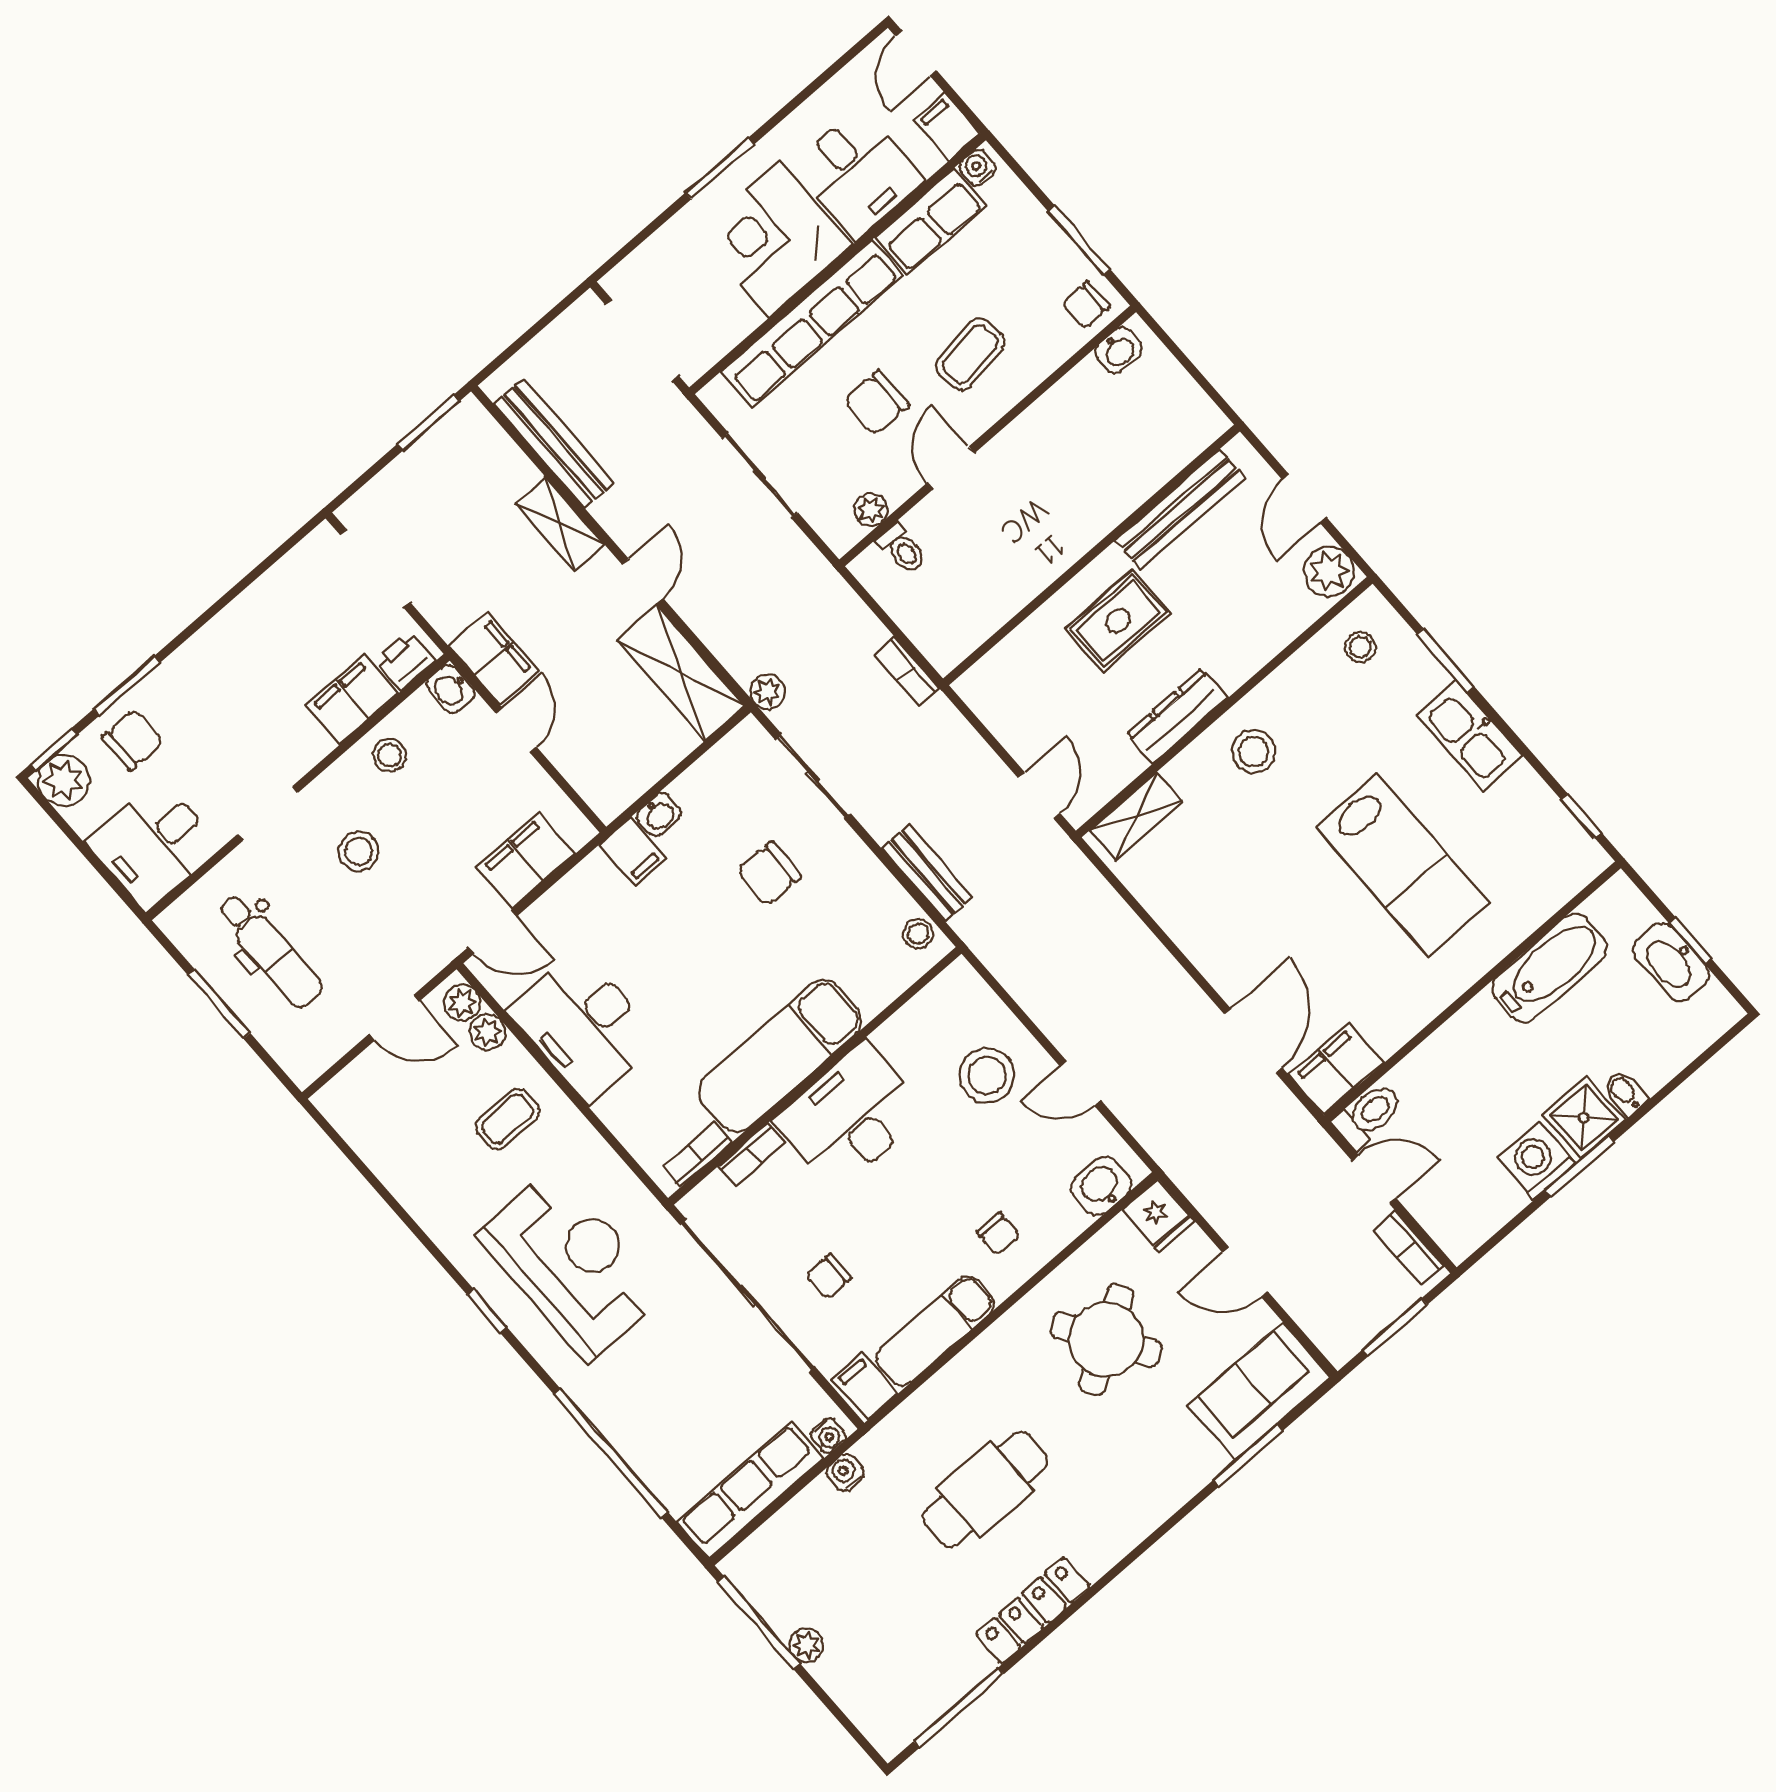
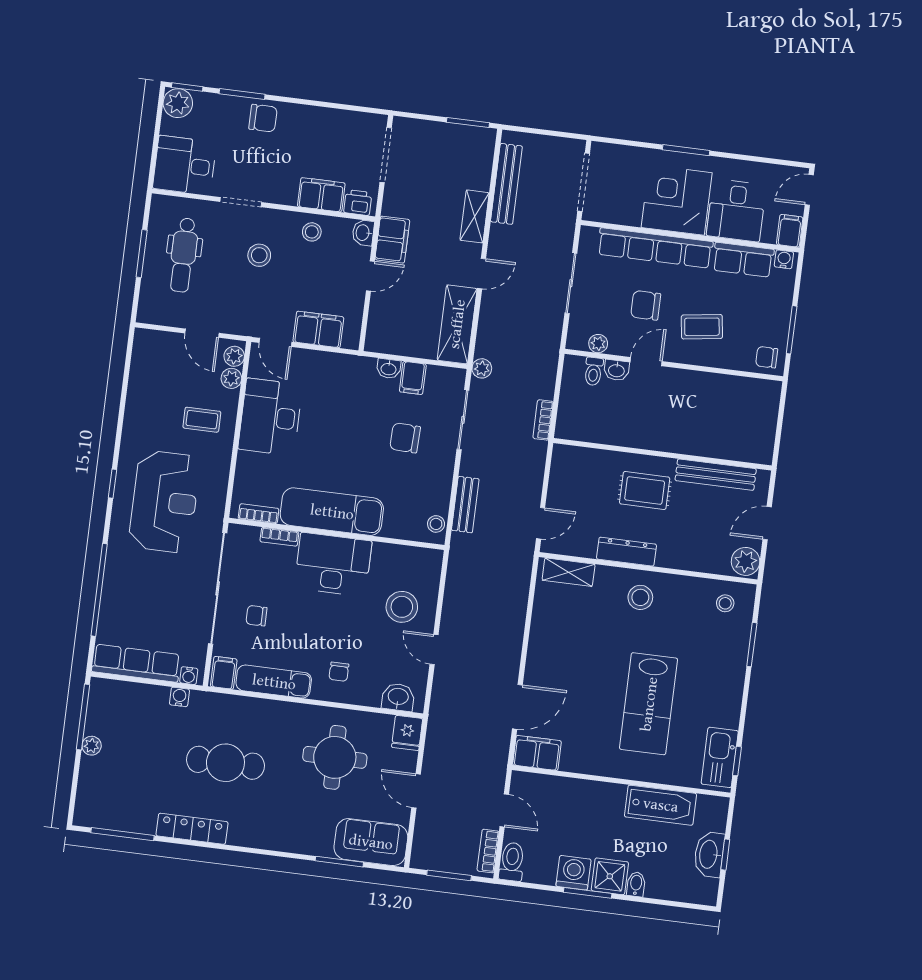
washbasin: (1119, 350) -> (616, 370), moved
kitchen sink: (1470, 735) -> (720, 757), moved
chair: (133, 740) -> (263, 118), moved
filing cabinet: (633, 852) -> (413, 378), moved
toilet: (1368, 1115) -> (512, 862), moved, turned -90
round table: (1106, 1340) -> (335, 757), turned 32

